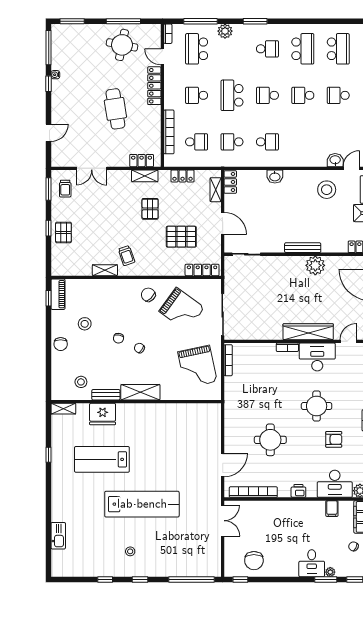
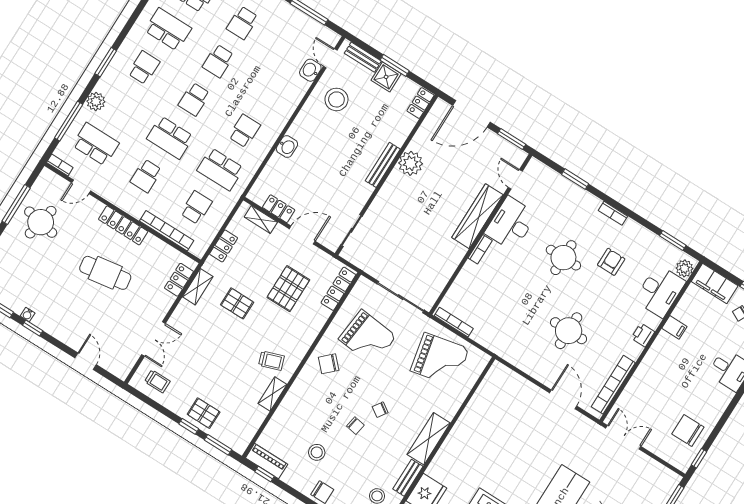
school desk: (197, 49) -> (96, 144), turned 180
locker: (154, 86) -> (123, 225), moved
school desk: (232, 142) -> (220, 169), width x1.85
locker: (230, 182) -> (279, 209), moved
window: (49, 189) -> (218, 445), moved
grand piano: (182, 309) -> (367, 338), turned 60
filing cabinet: (332, 509) -> (674, 327), moved
chair: (254, 561) -> (688, 431), turned 180

